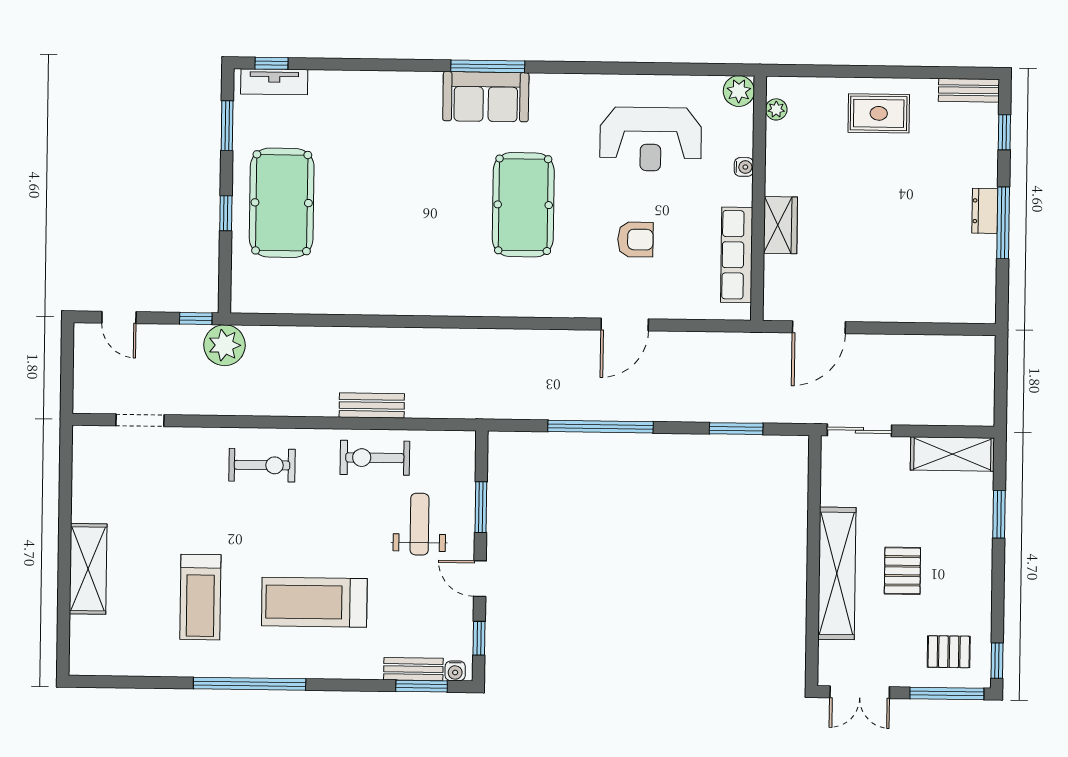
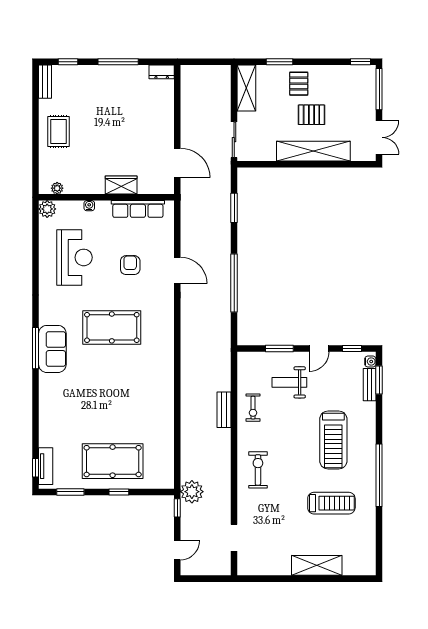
dresser: (985, 211) -> (162, 72), moved
exercise bike: (375, 458) -> (253, 408), width x0.73, depth x0.72
pallet: (949, 652) -> (299, 84), moved

